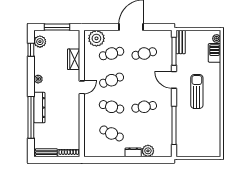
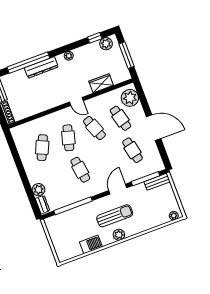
barbecue: (215, 53) -> (91, 244), moved
plant: (215, 94) -> (119, 235), added
dresser: (133, 152) -> (43, 205), moved

